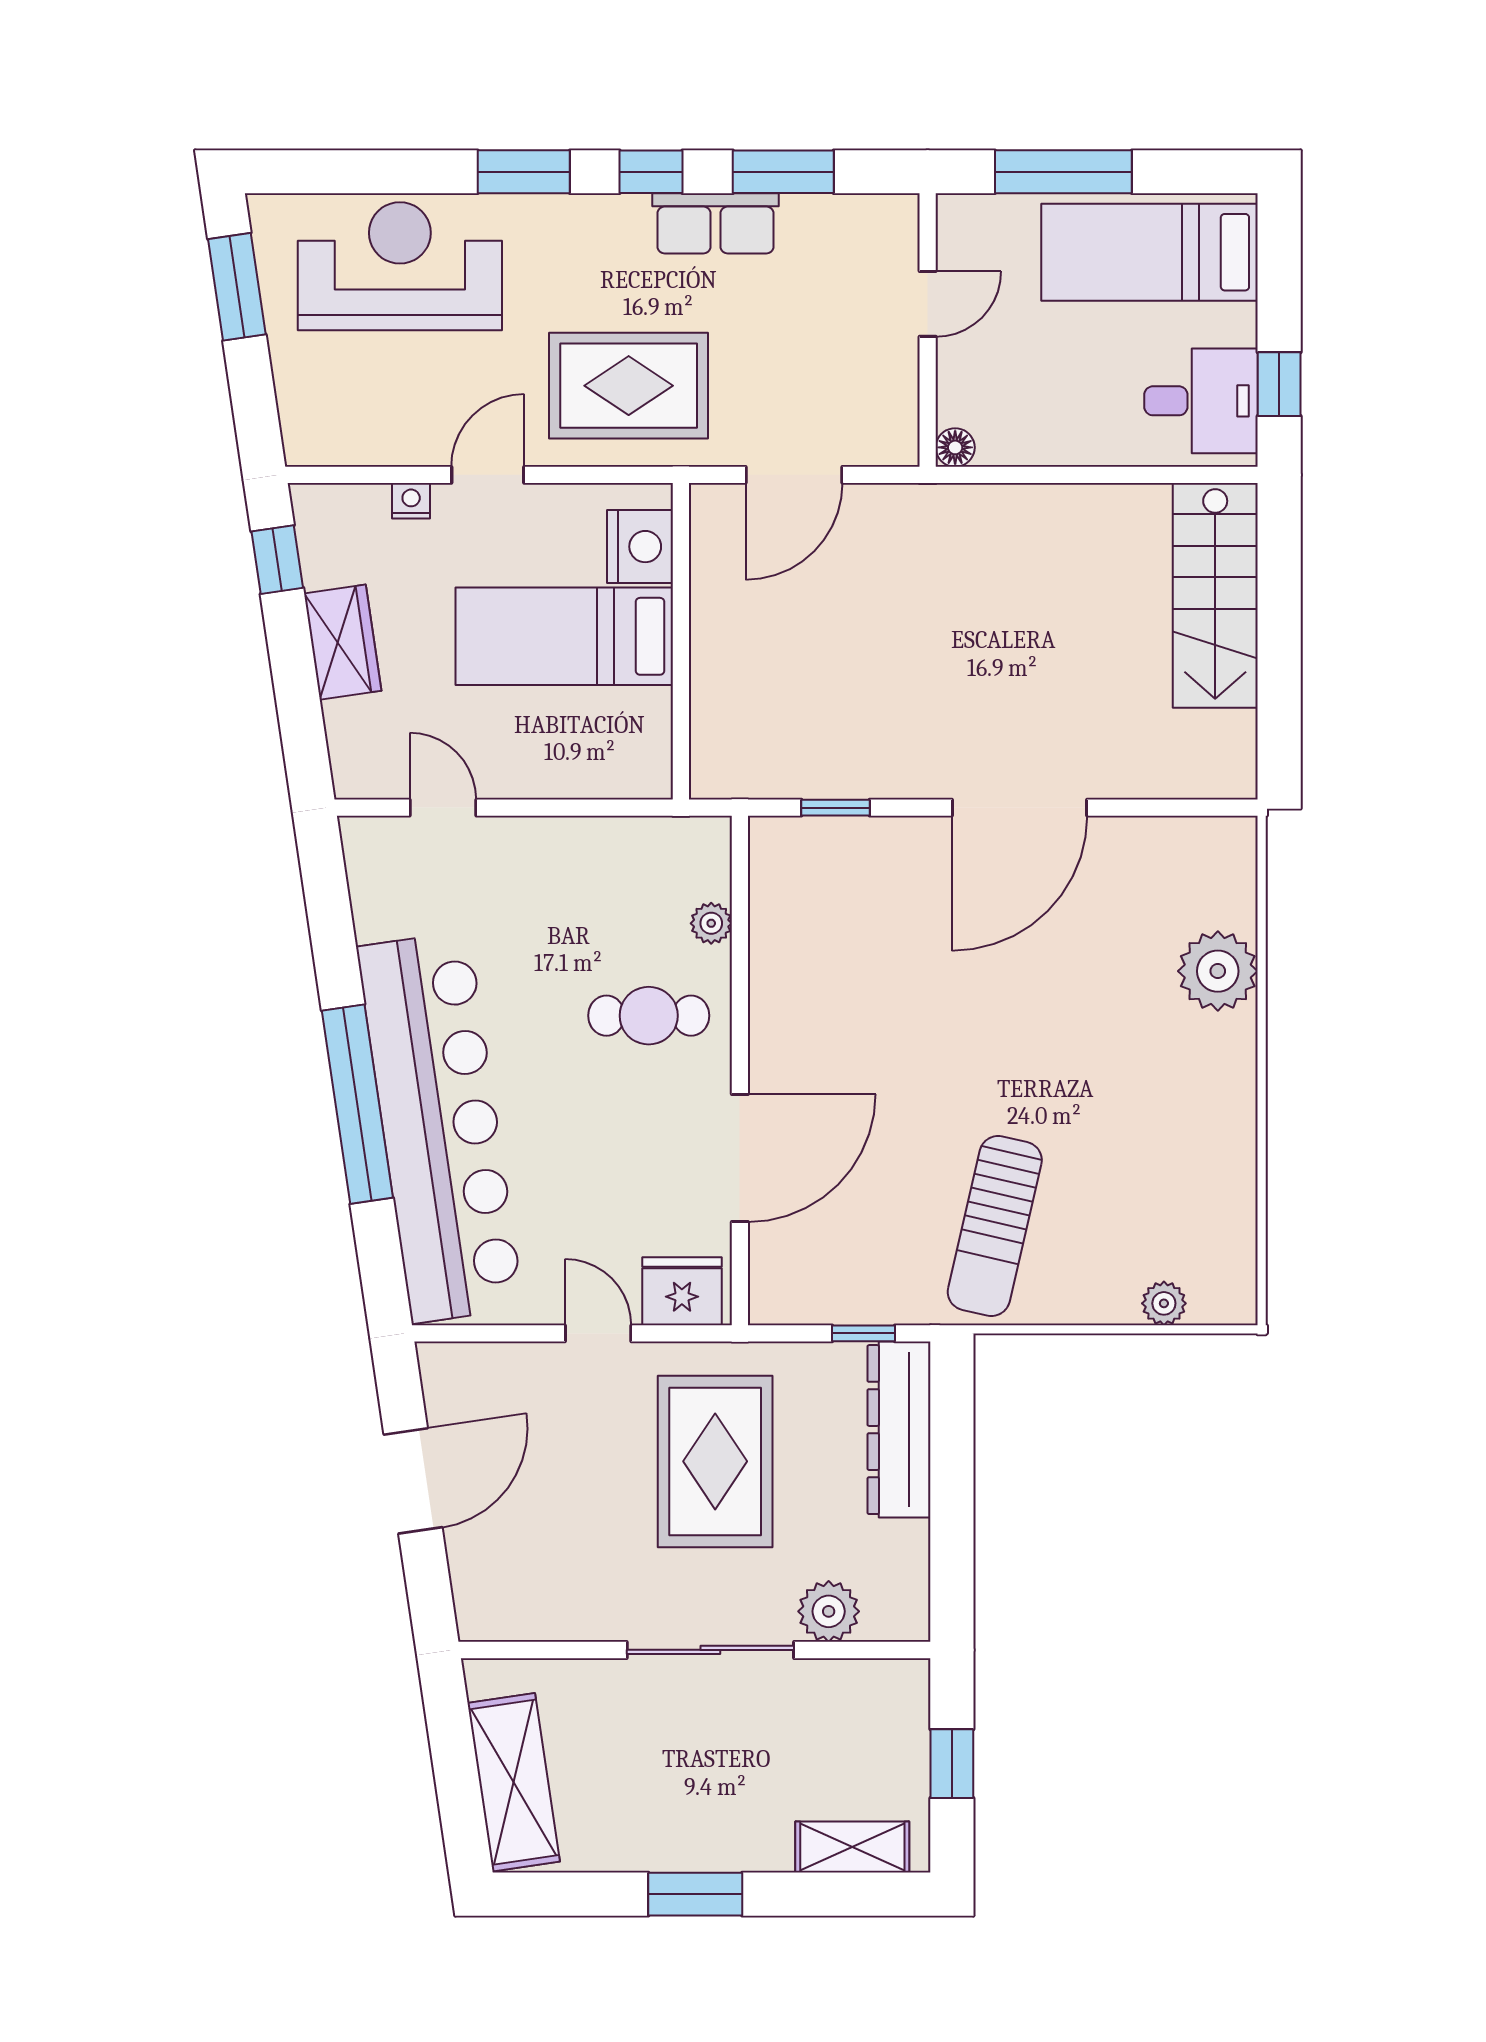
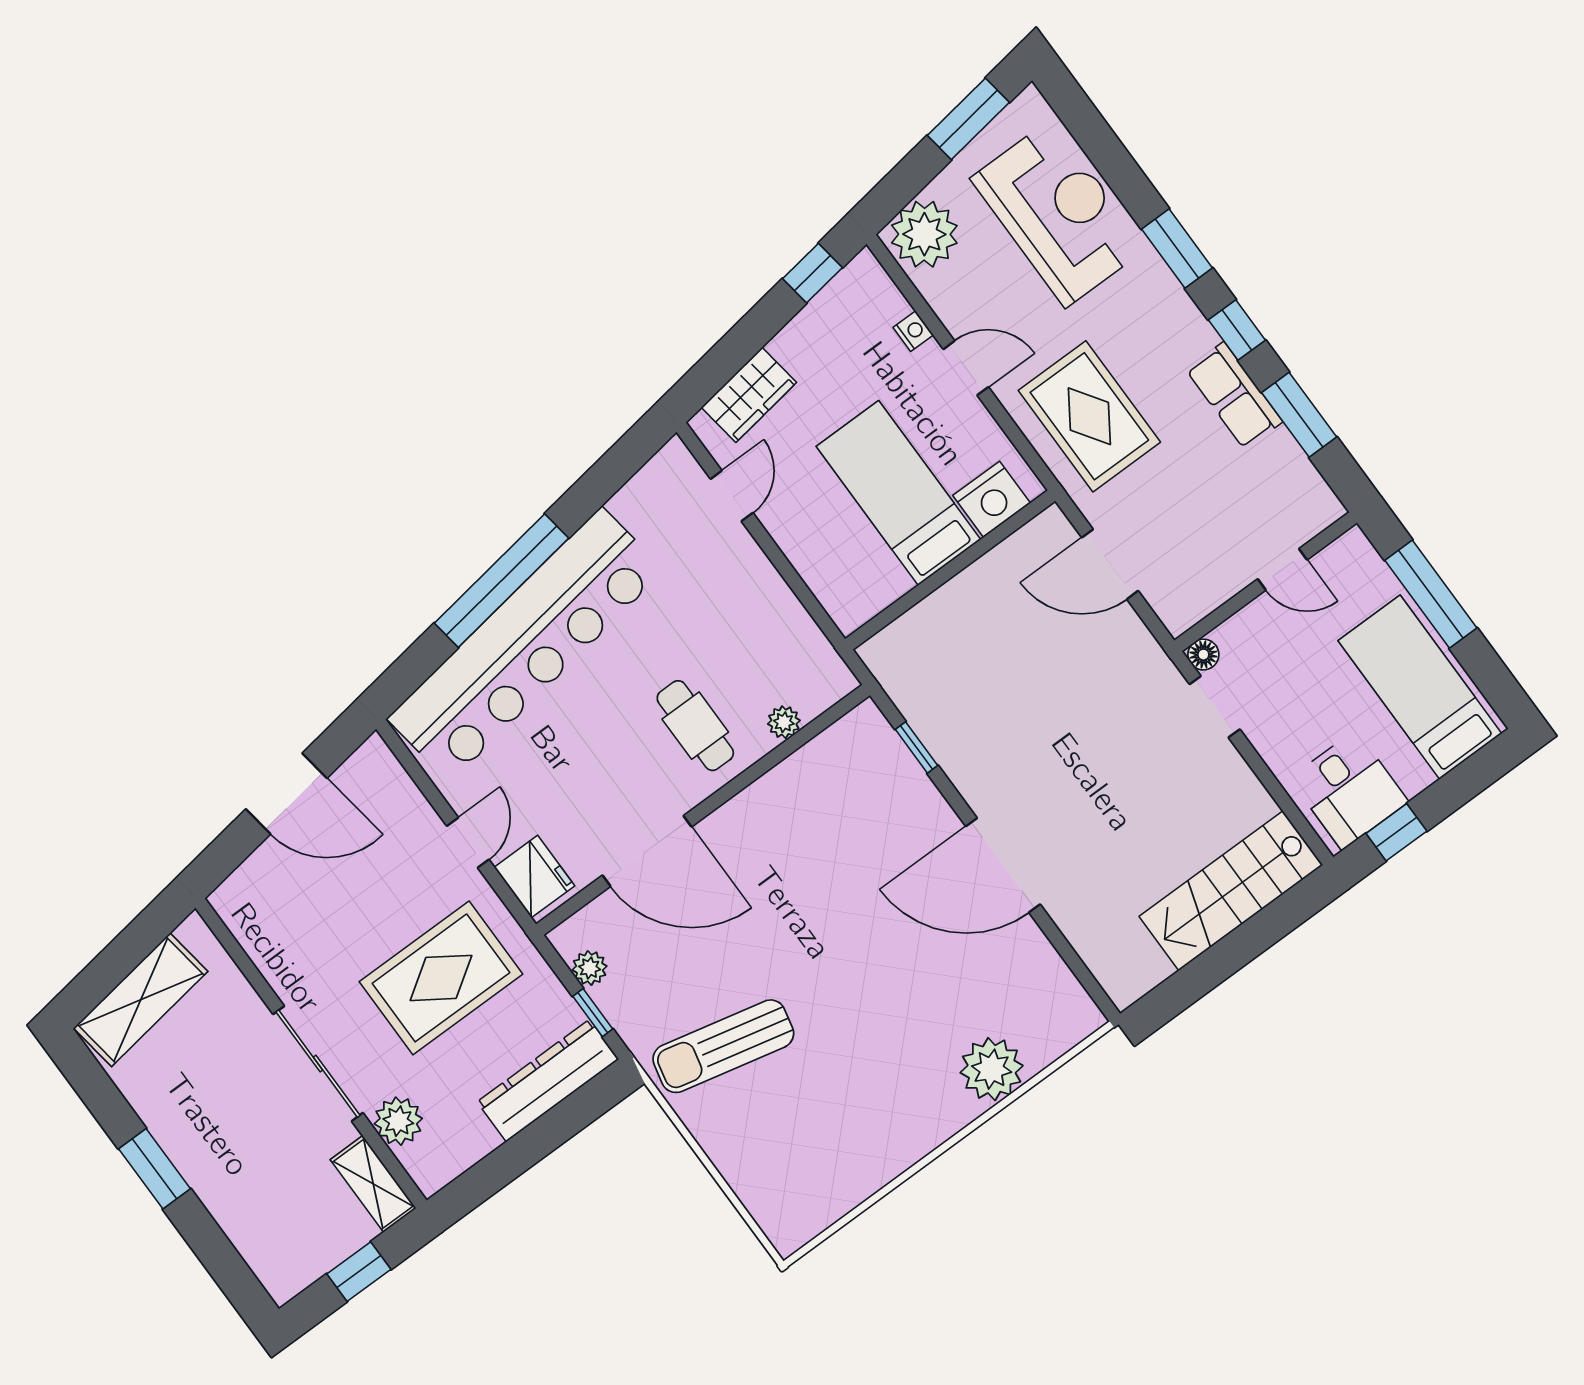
plant: (321, 417) -> (924, 234), added
doorway: (1016, 475) -> (1215, 707), added
wardrobe: (343, 642) -> (749, 395), moved
plant: (1164, 1303) -> (590, 968), moved
shelving: (852, 1847) -> (373, 1184), moved

